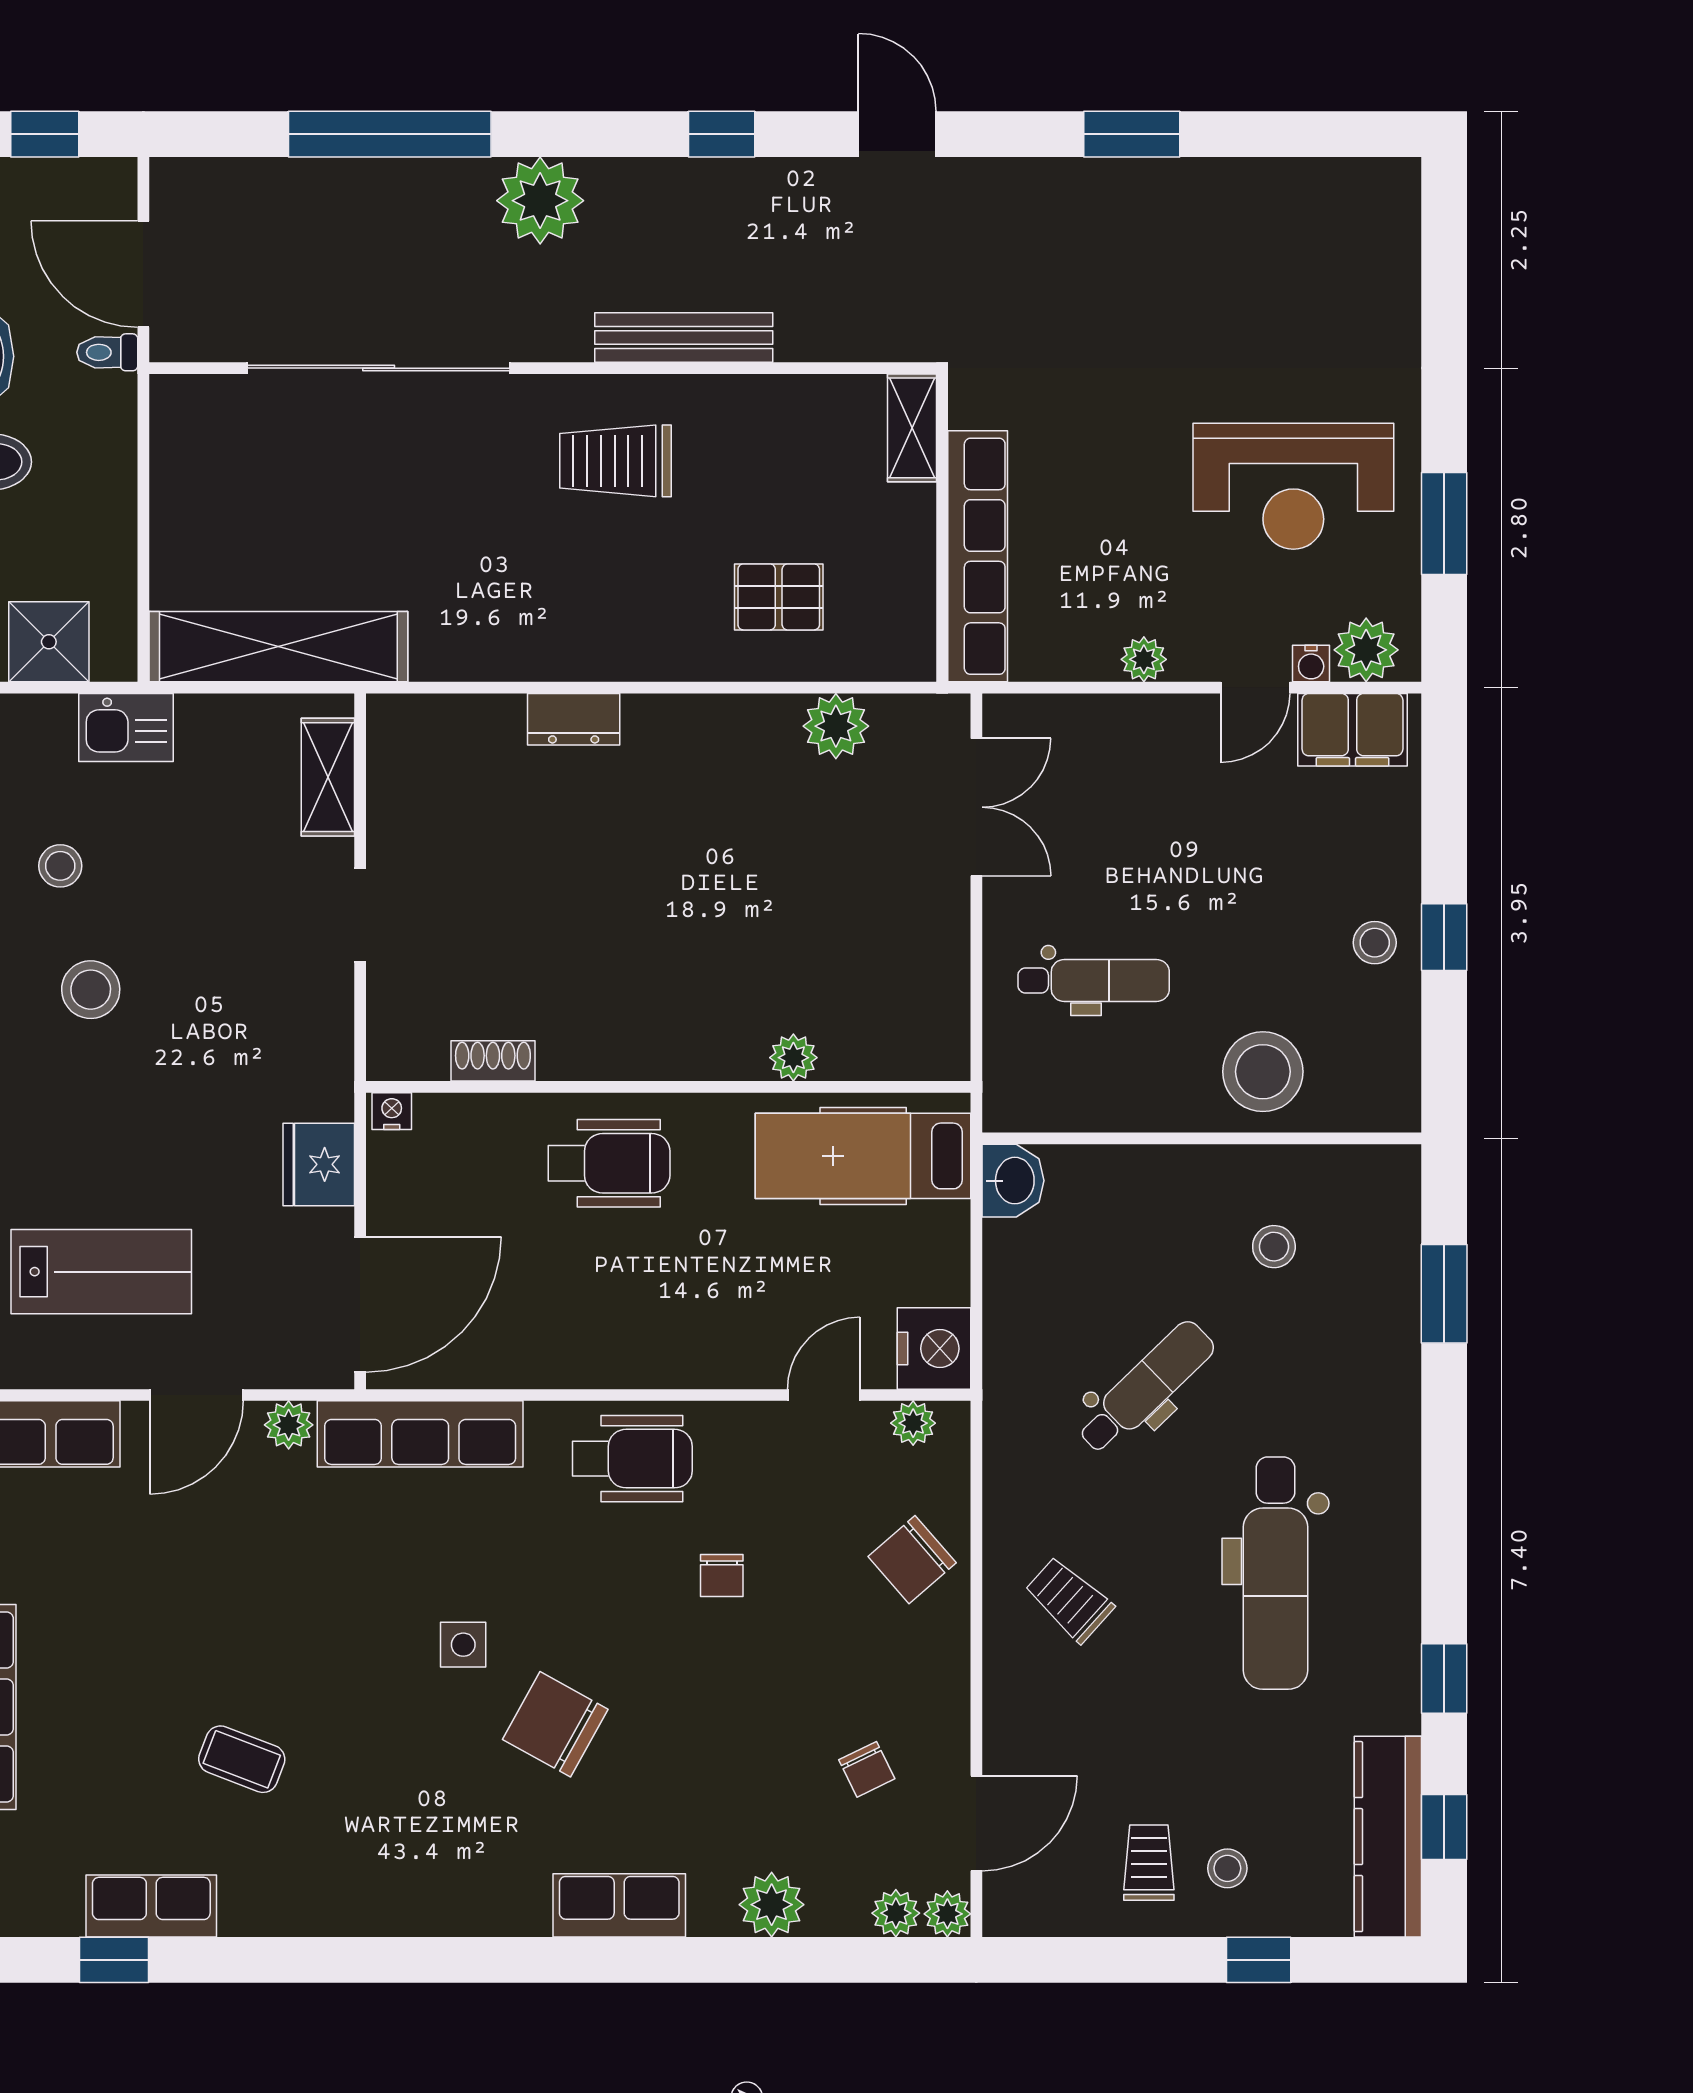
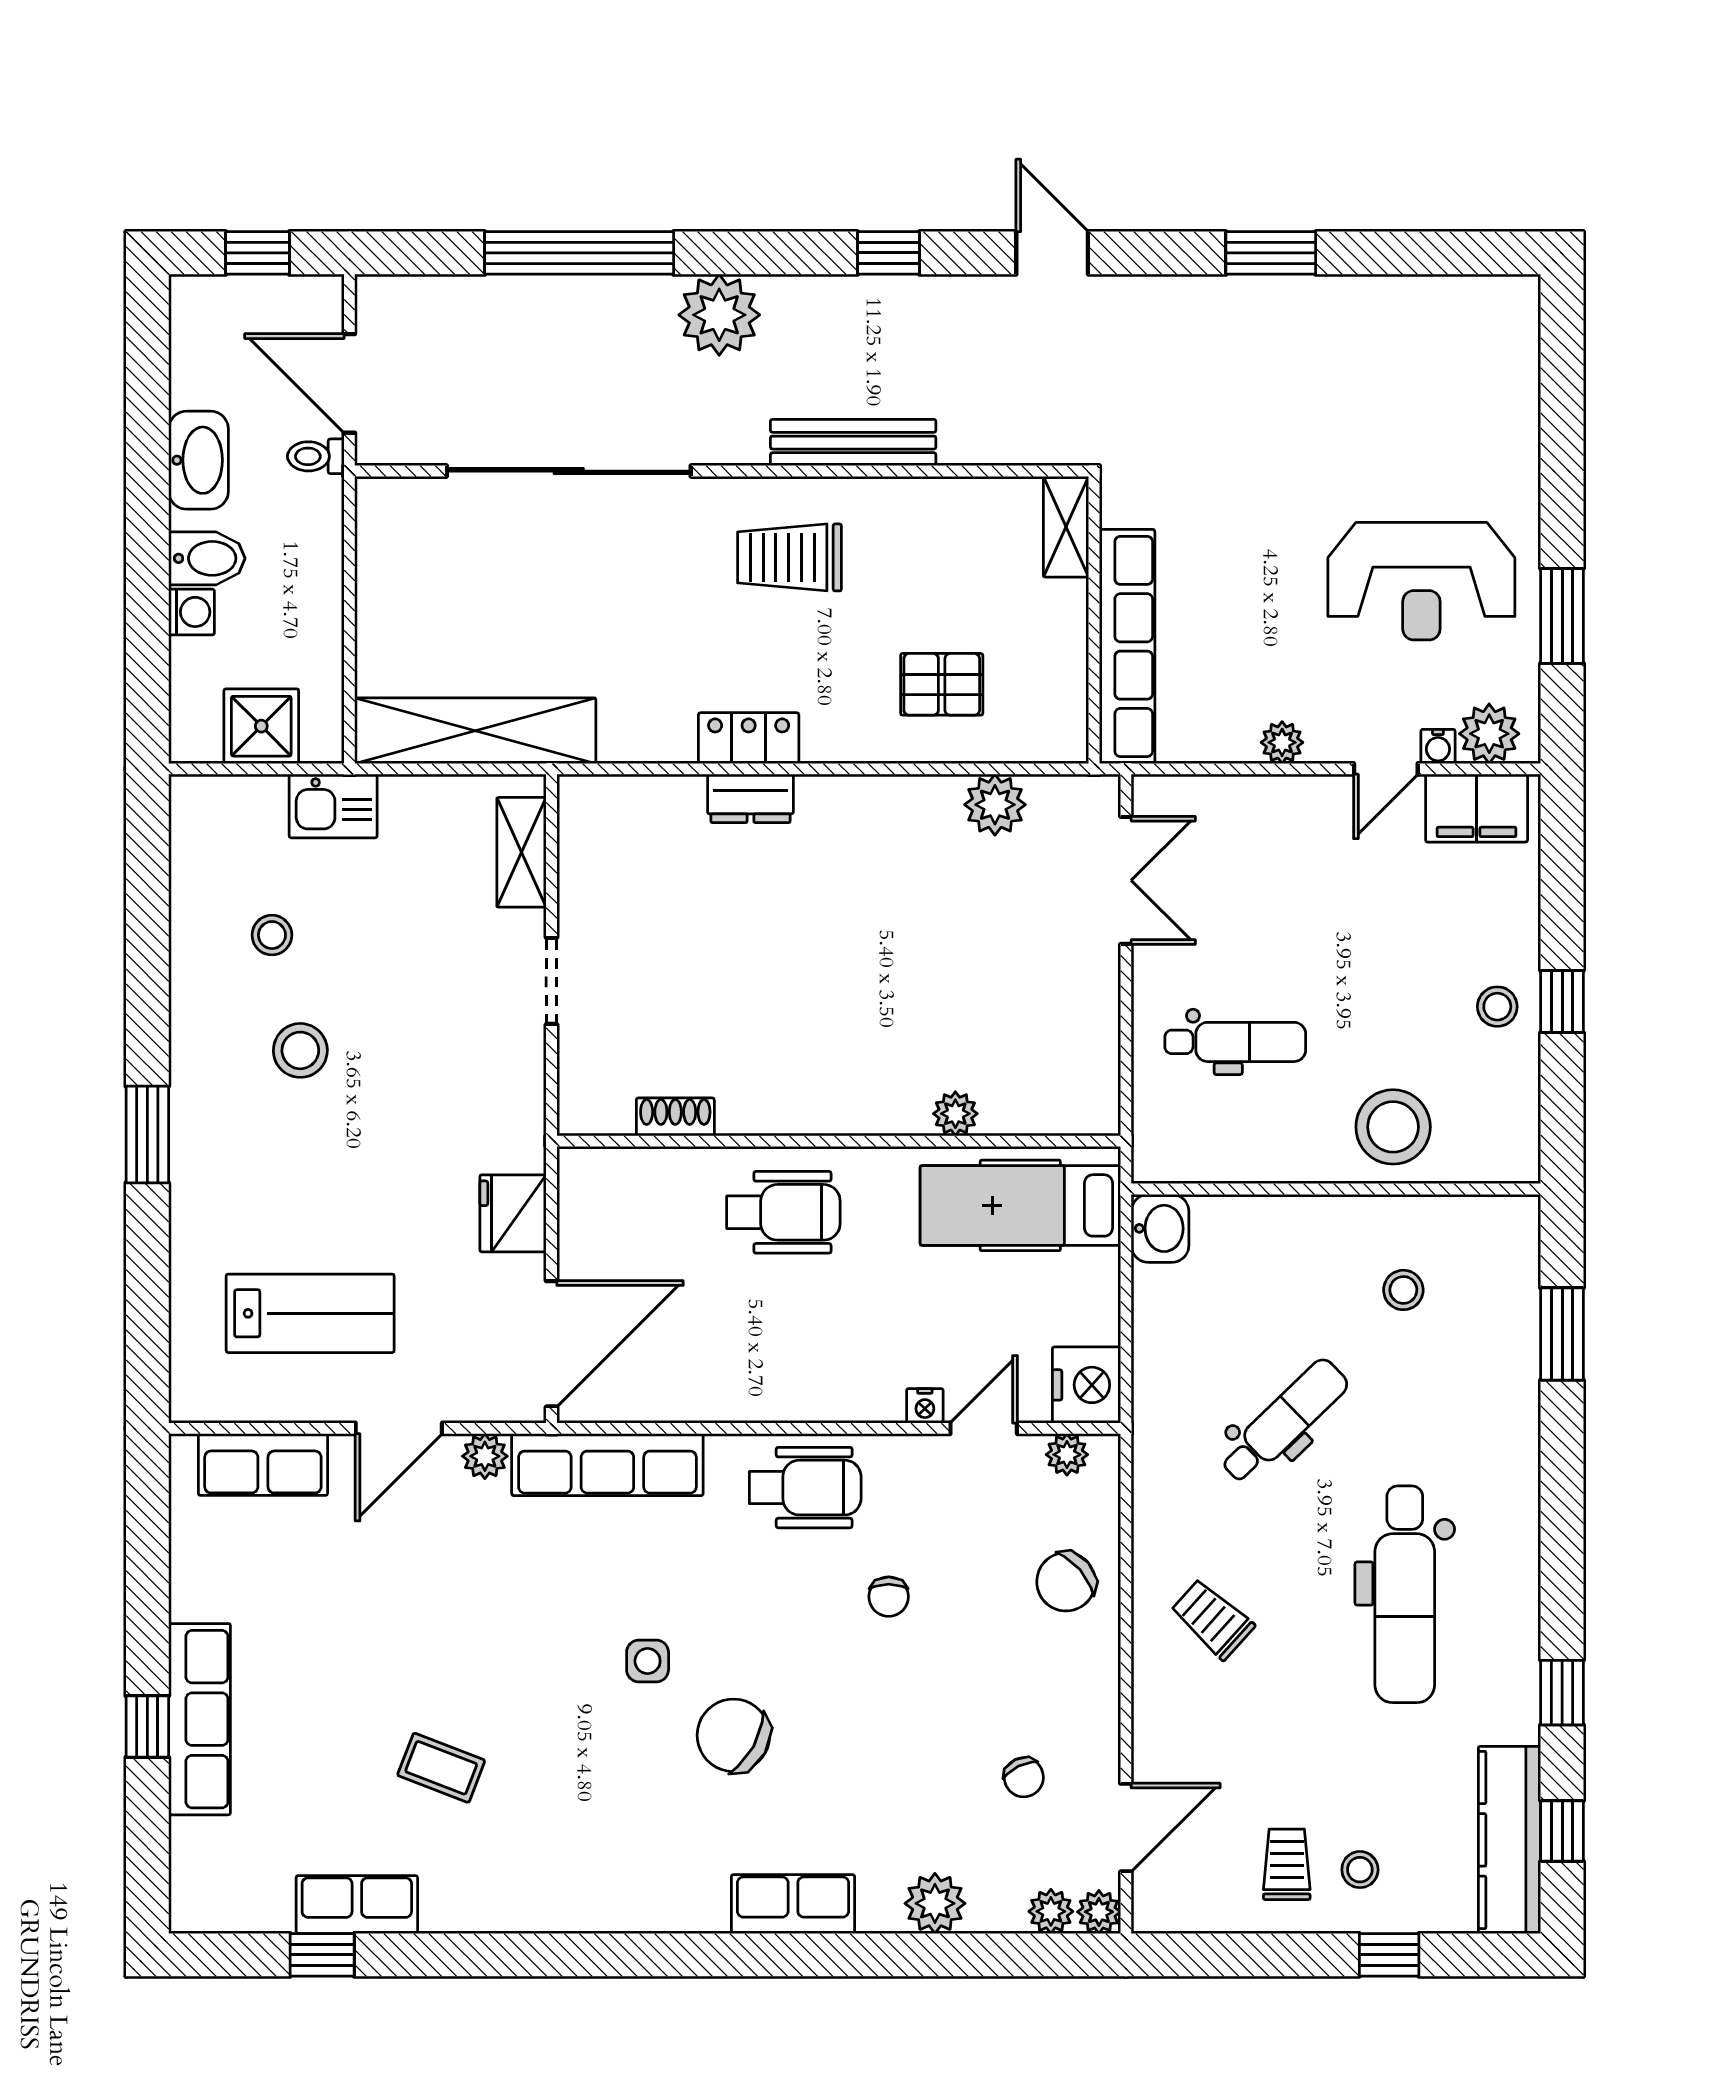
locker: (572, 655) -> (749, 738), added
nightstand: (392, 1111) -> (925, 1406), moved, turned 180

